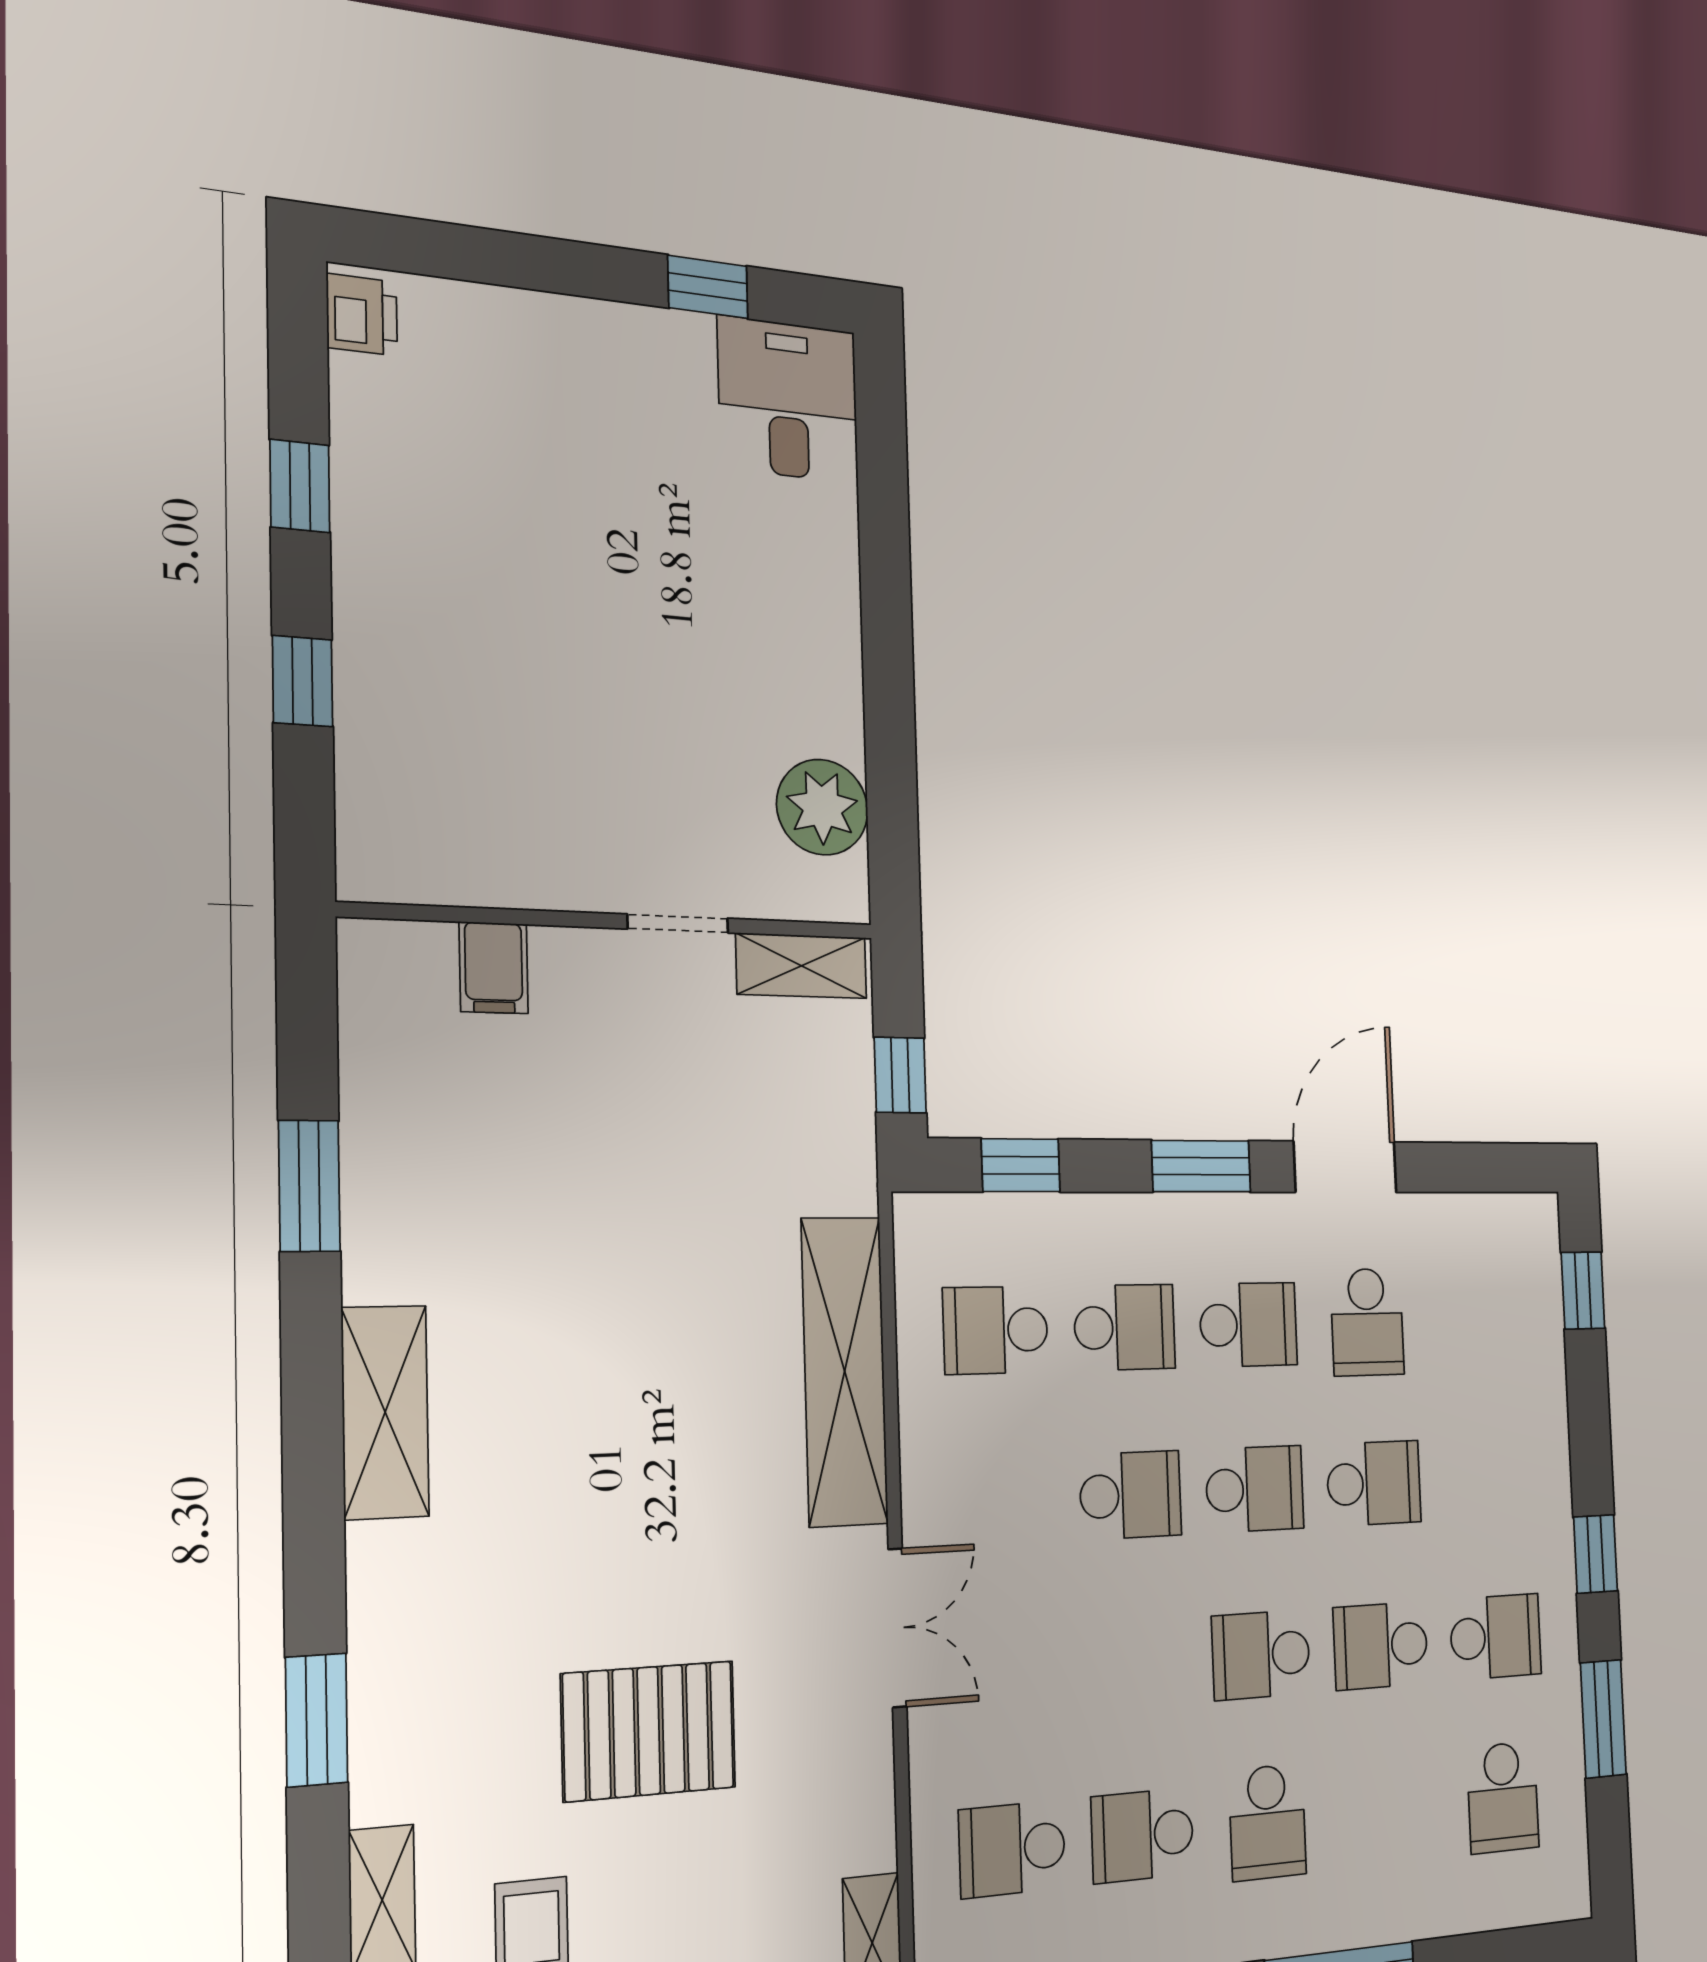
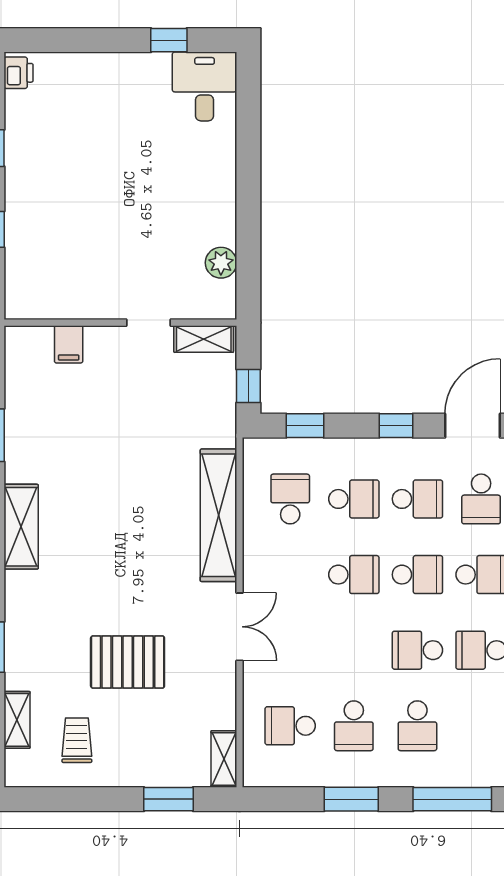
plant: (822, 807) -> (221, 263), width x0.73, depth x0.73
window: (1201, 1166) -> (396, 426), width x0.67
school desk: (996, 1330) -> (290, 499), turned 90
school desk: (1143, 1835) -> (354, 726), turned -90

